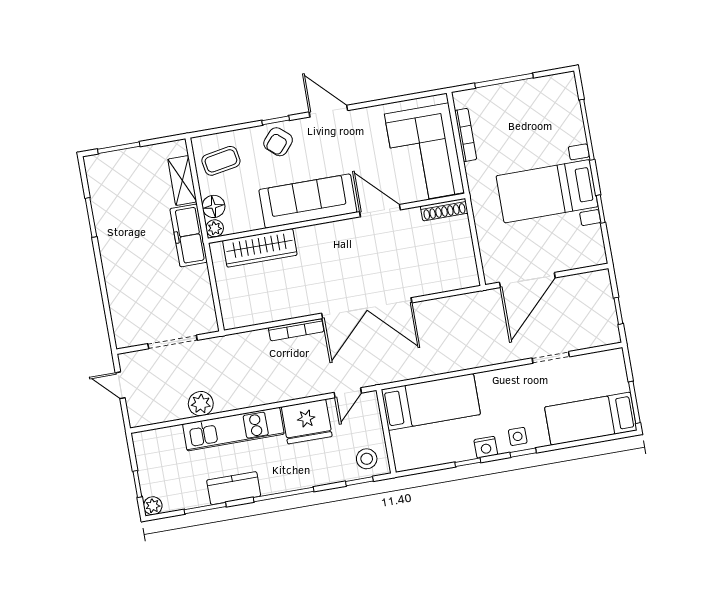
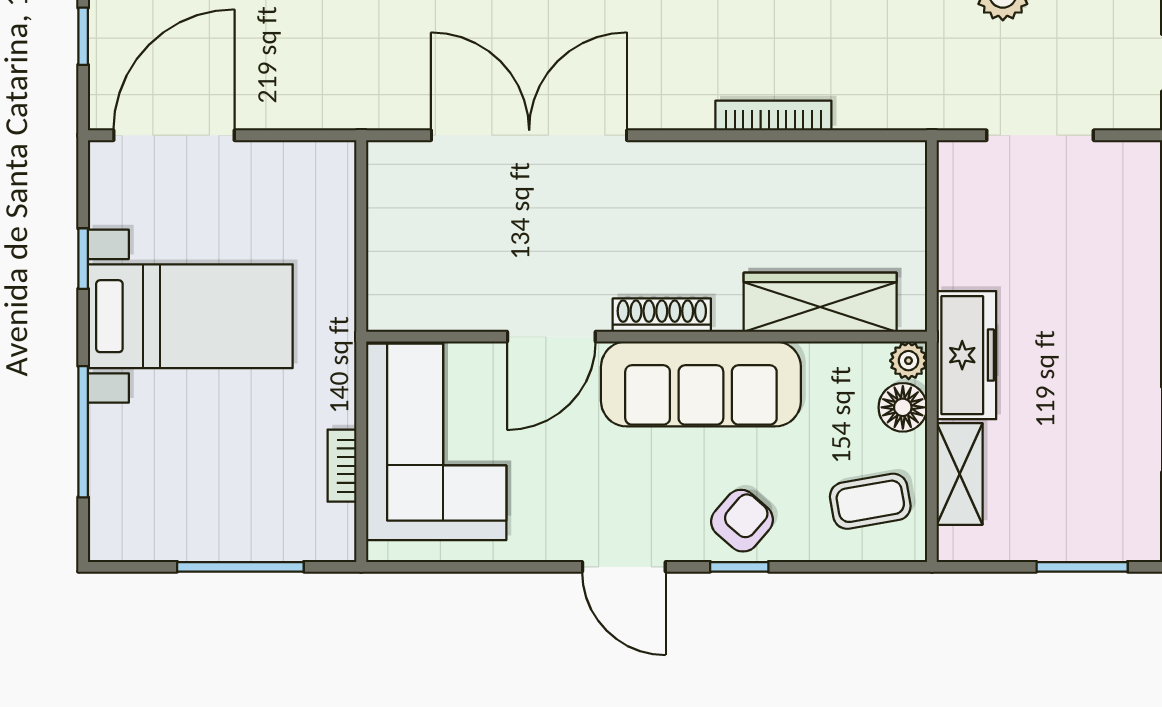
bookcase: (466, 135) -> (342, 466), width x0.64
shoe rack: (444, 210) -> (662, 315), moved
door: (380, 211) -> (551, 337), hinge flipped
door: (527, 280) -> (174, 135), moved
double door: (367, 308) -> (529, 135), moved

